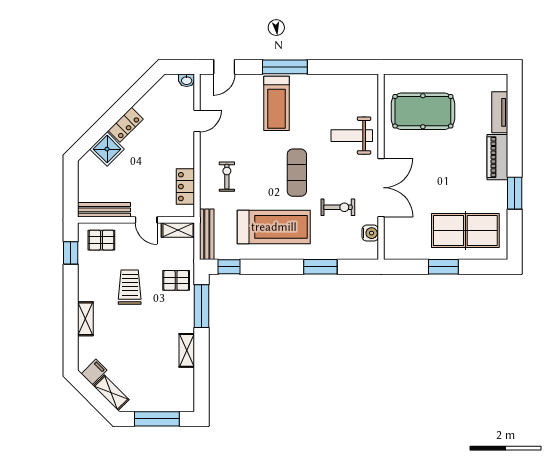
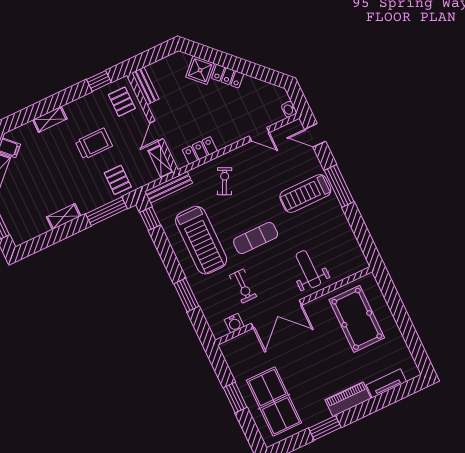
exercise bike: (227, 177) -> (225, 181), turned -64
bench: (104, 210) -> (145, 86), width x0.73

